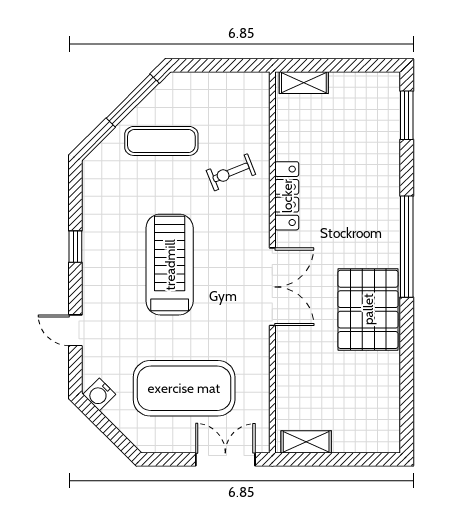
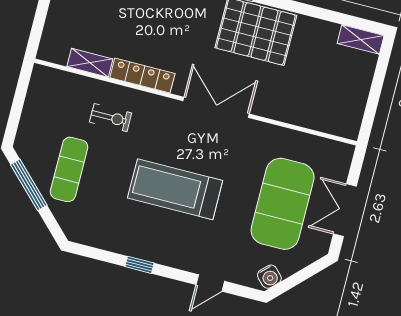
shelving: (304, 83) -> (90, 63), moved, turned 90
exercise bike: (231, 172) -> (111, 118), turned -68
shelving: (306, 442) -> (361, 39), moved, turned 90
double door: (225, 459) -> (345, 210), moved

